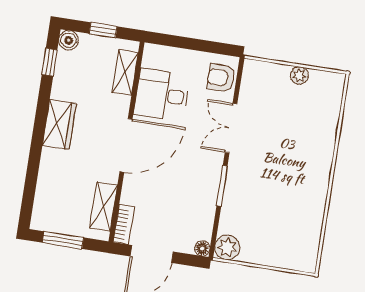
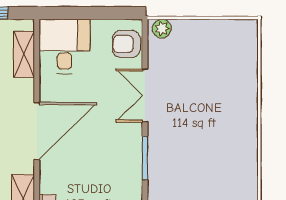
plant: (299, 75) -> (162, 29), moved
desk: (162, 95) -> (64, 46), moved, turned 90

